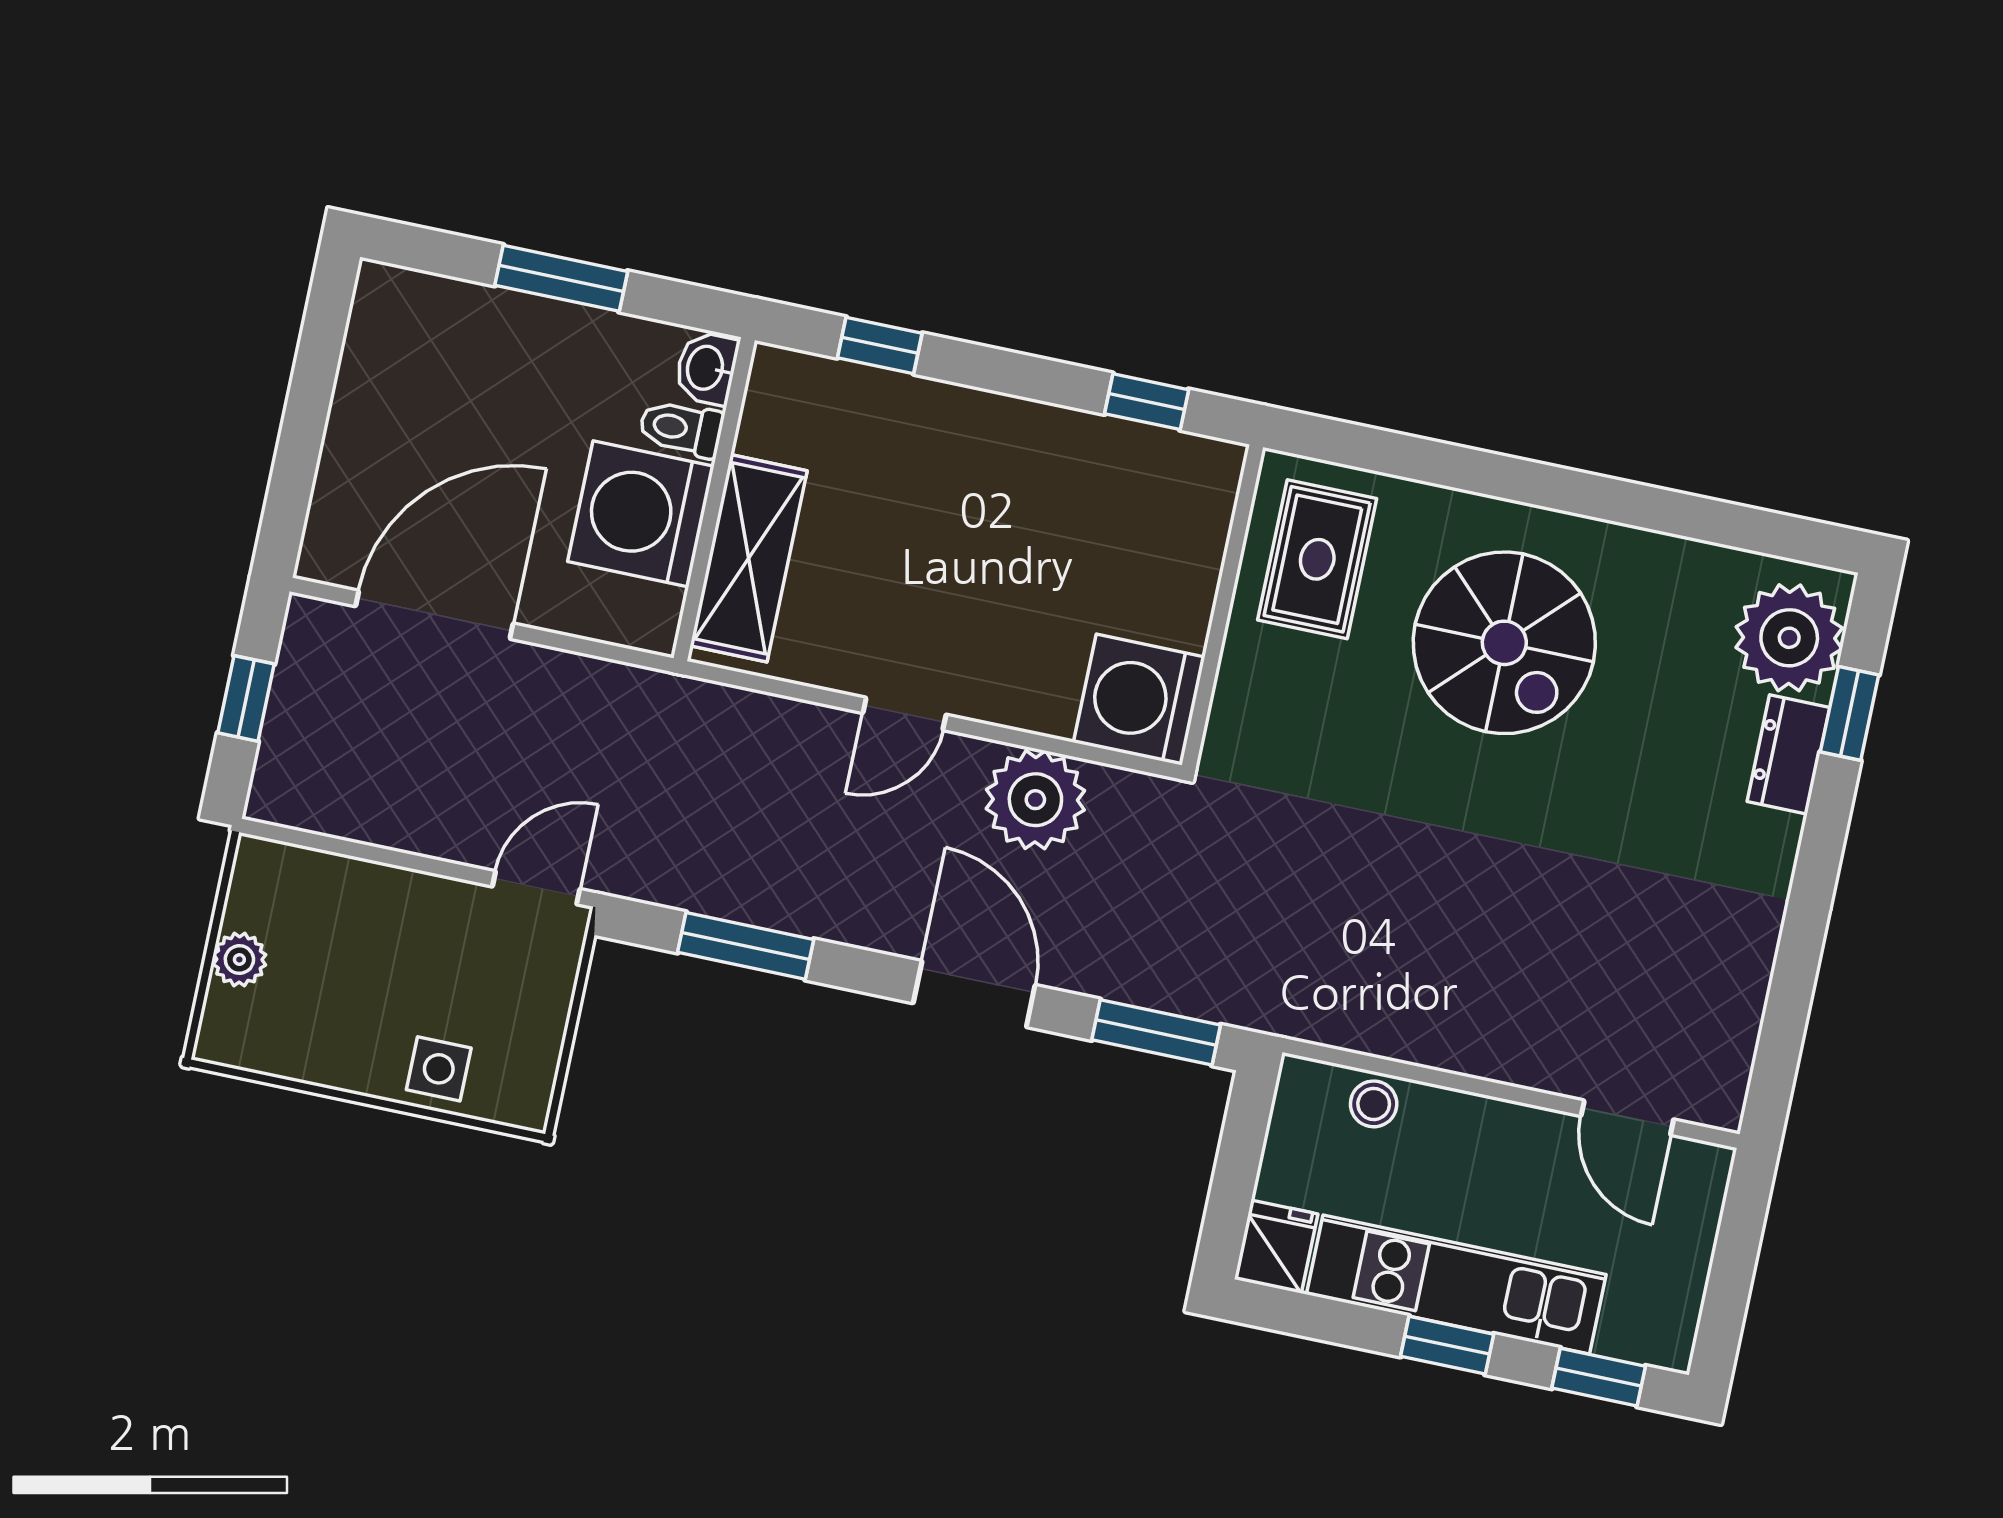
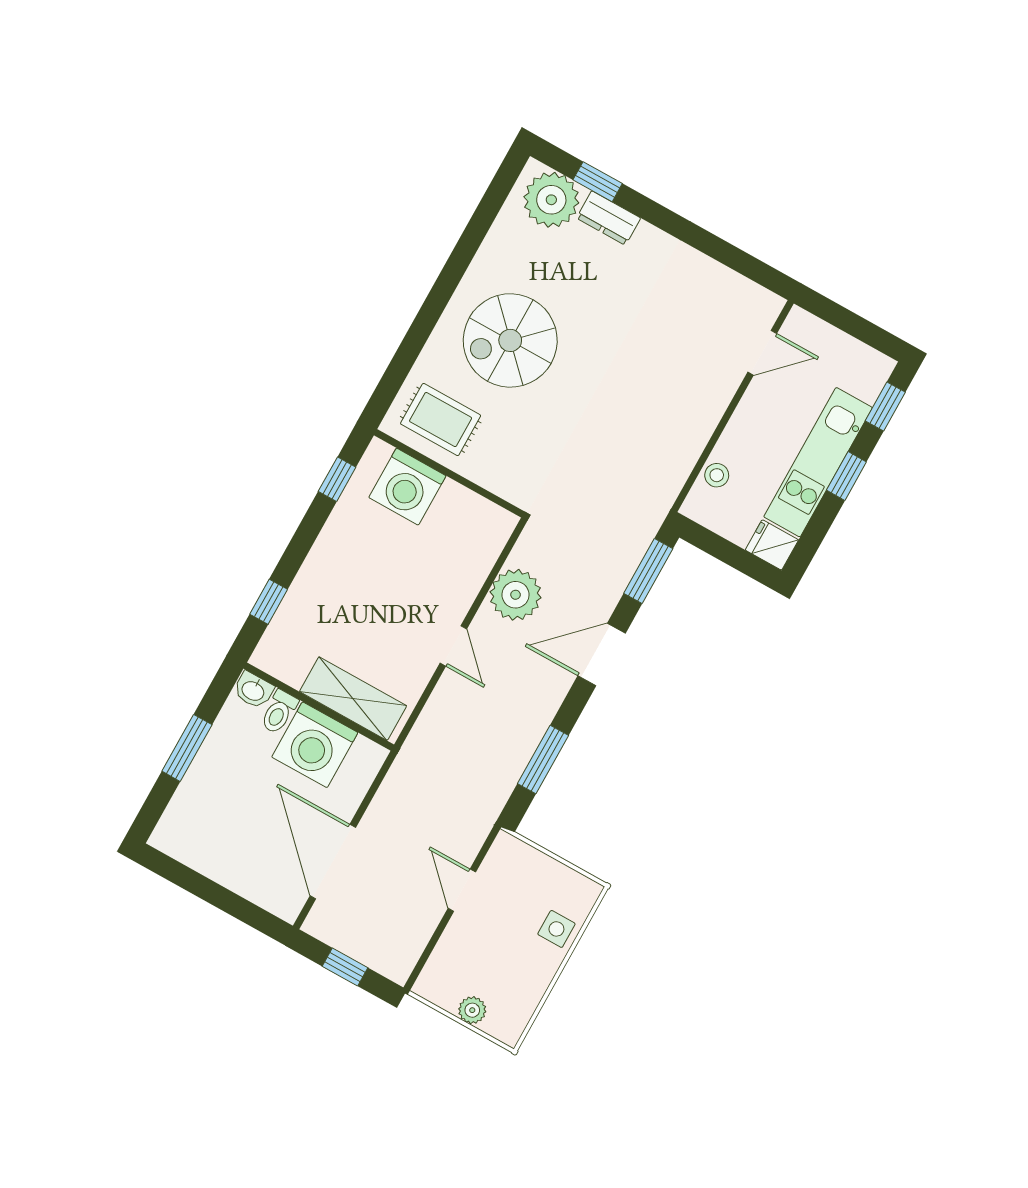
spiral stairs: (1504, 643) -> (510, 340), turned 180
washing machine: (1139, 700) -> (407, 487), moved
door: (536, 888) -> (462, 890), moved

